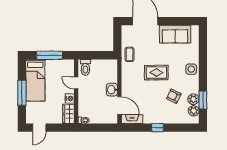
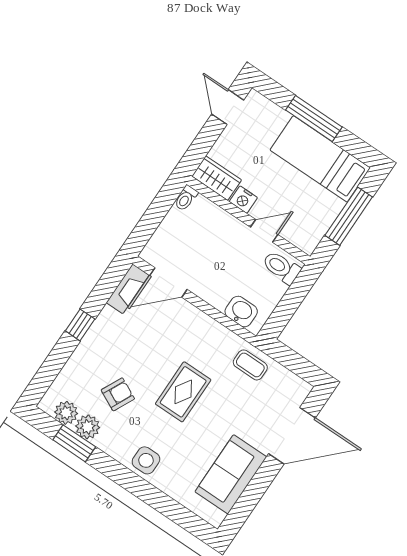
washbasin: (112, 90) -> (241, 312), moved

